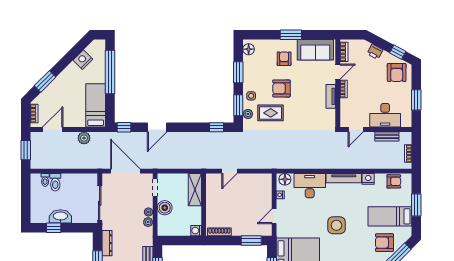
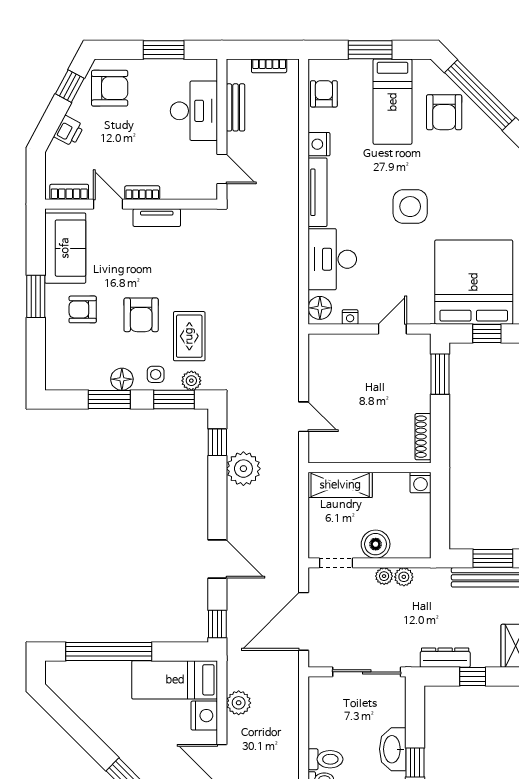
floor lamp: (249, 49) -> (122, 379), moved
nightstand: (83, 60) -> (204, 716), moved, turned -135
plant: (203, 141) -> (243, 469), added
door: (274, 216) -> (392, 329), swing flipped

